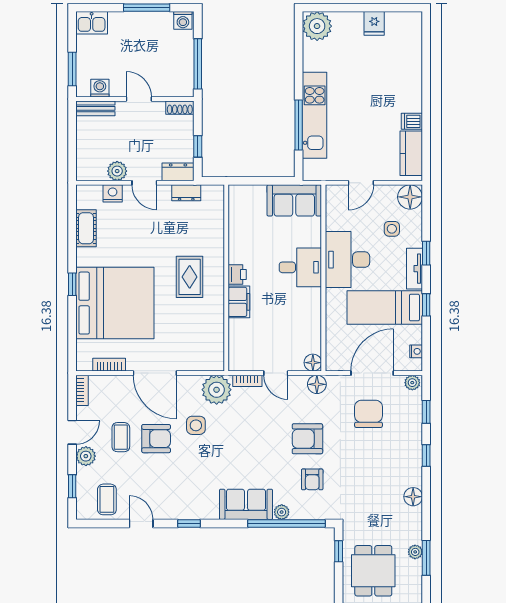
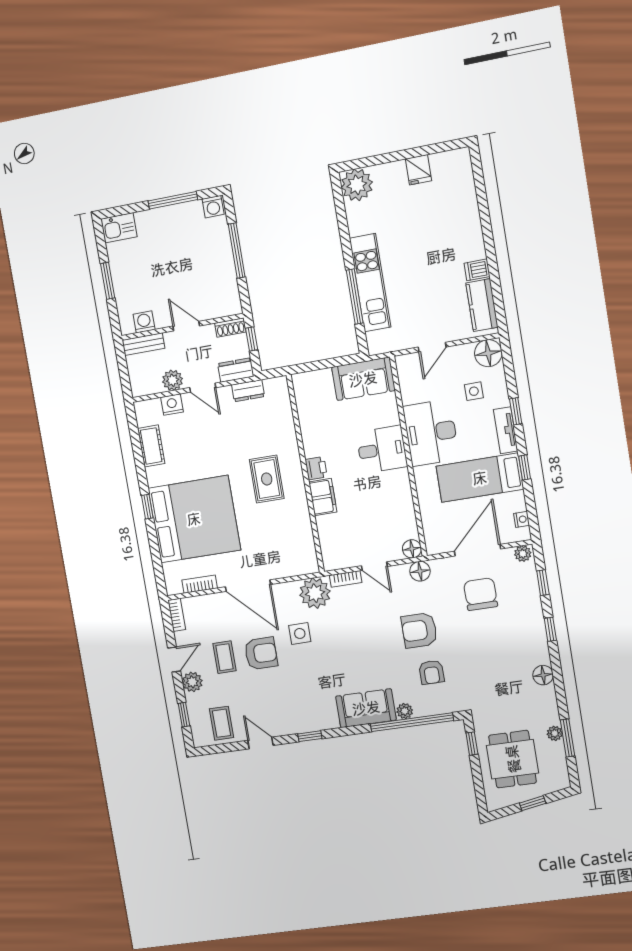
washing machine: (100, 88) -> (144, 322), moved
wall: (135, 99) -> (182, 327), moved
door: (139, 99) -> (186, 326), moved
bench: (95, 108) -> (143, 344), moved
shoe rack: (180, 108) -> (230, 328), moved

